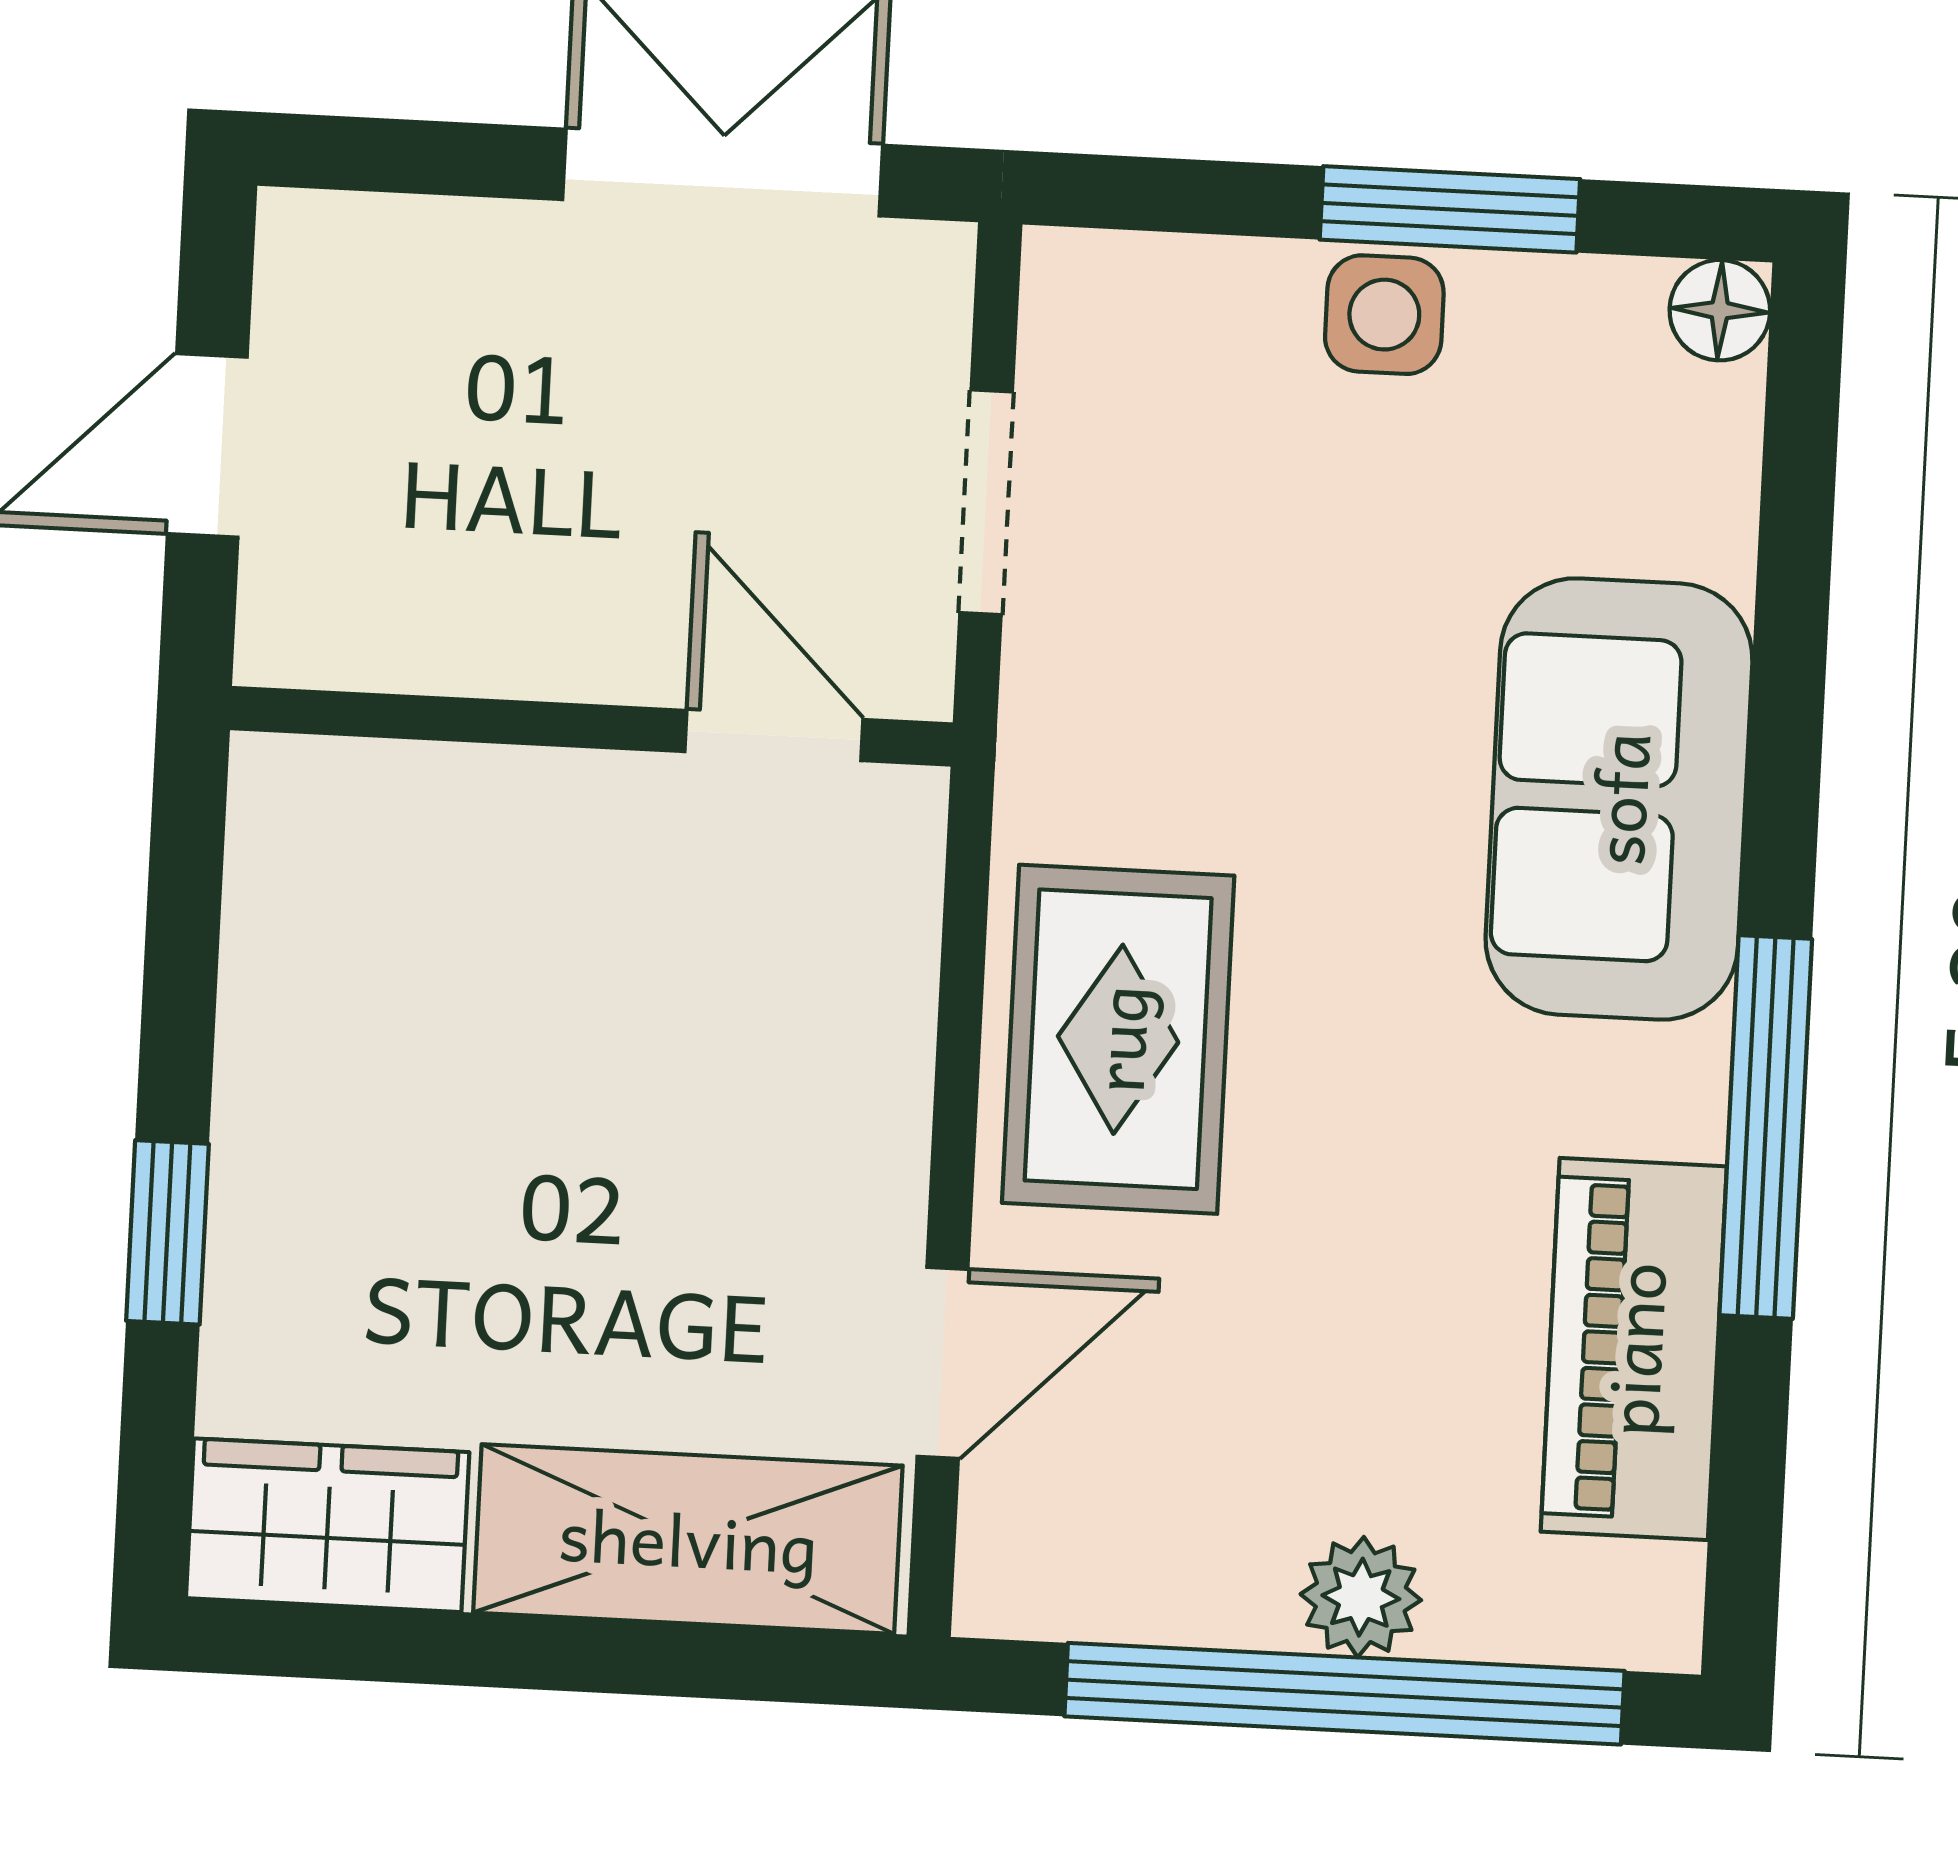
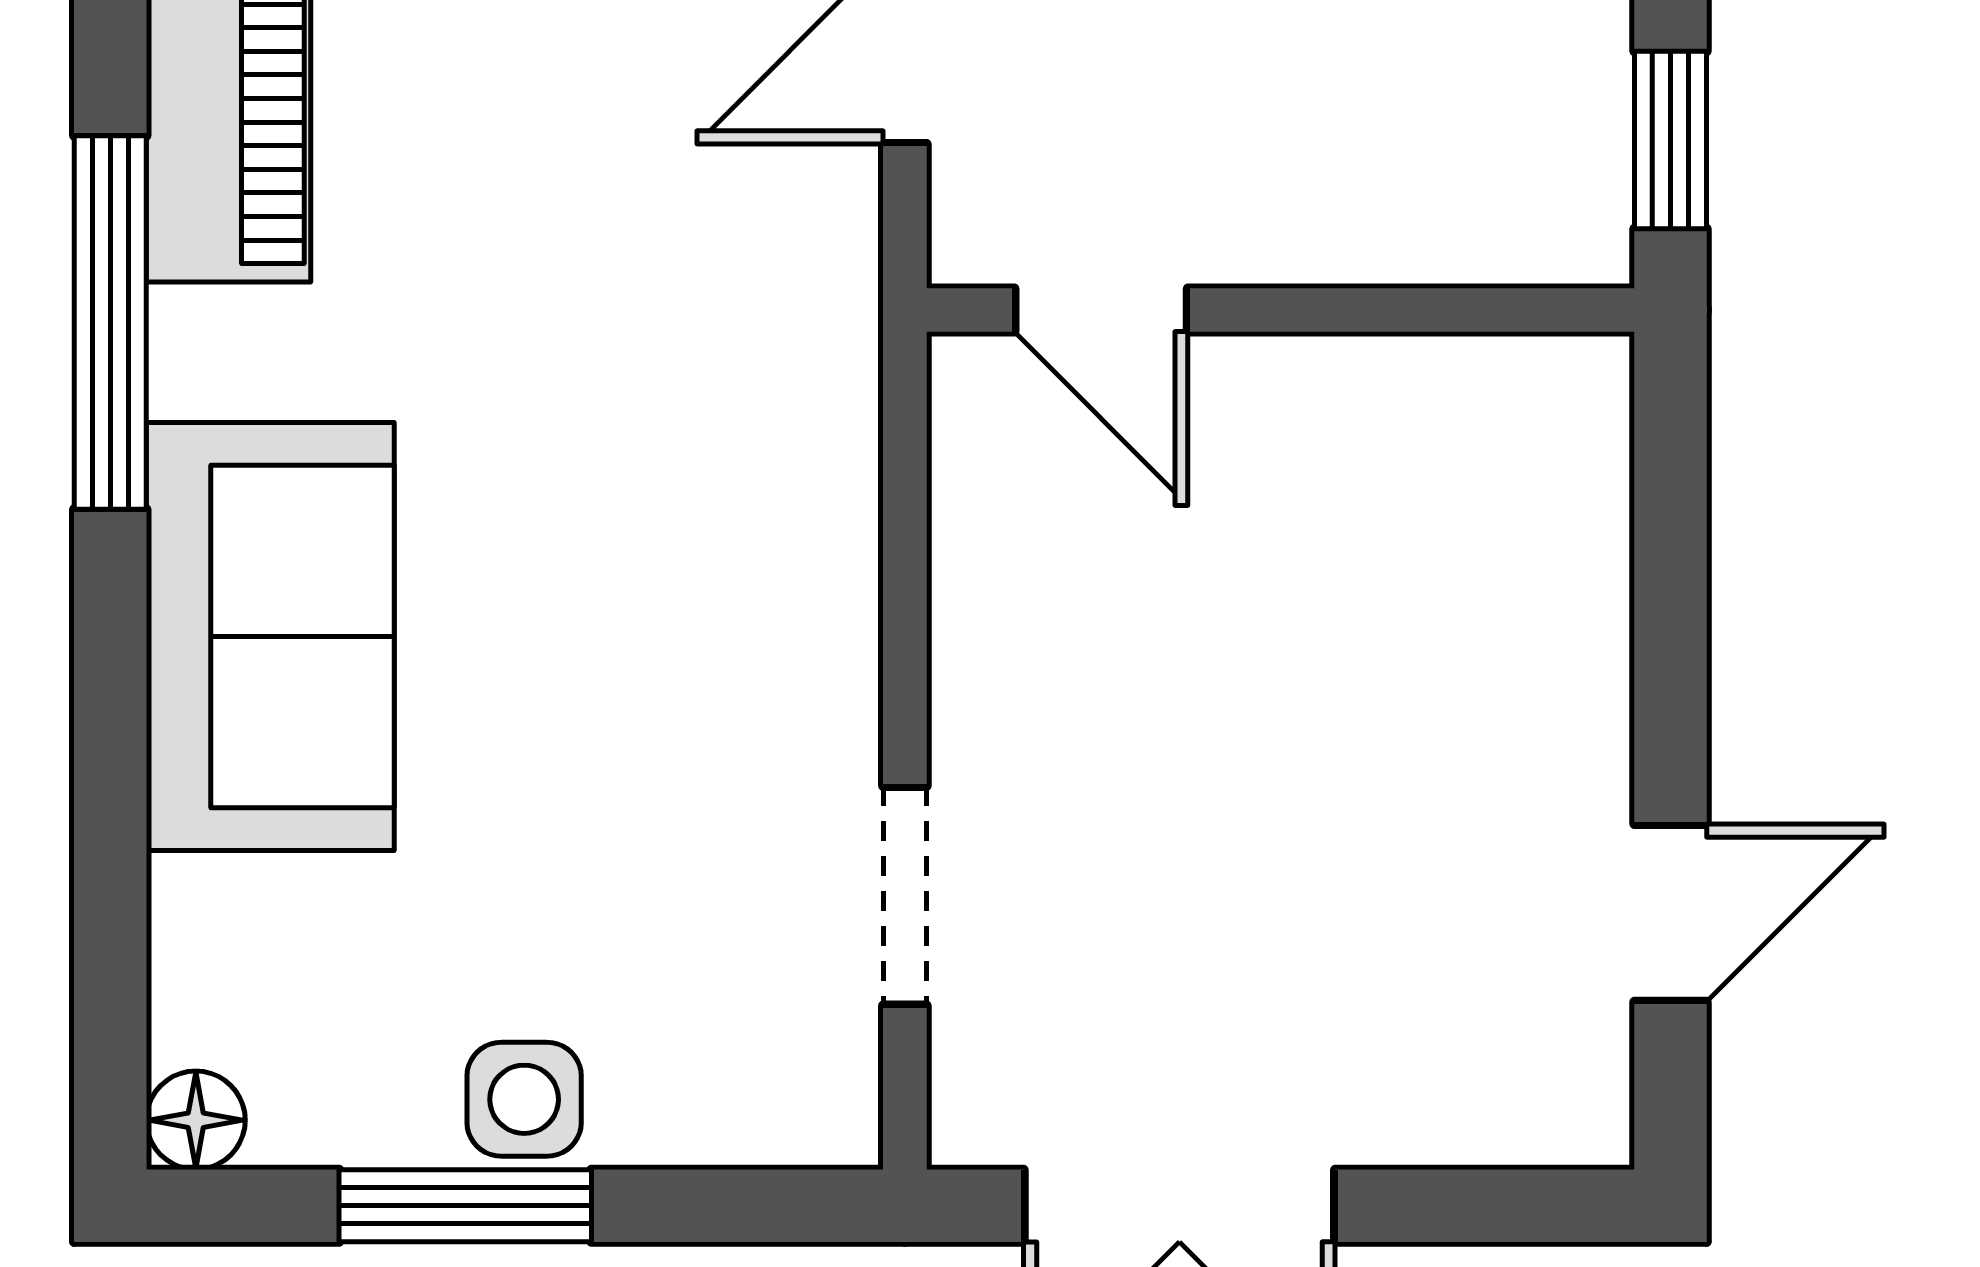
wall: (591, 726) -> (1280, 310), moved
door: (774, 736) -> (1101, 310), moved
rug: (1118, 1039) -> (749, 376), removed

